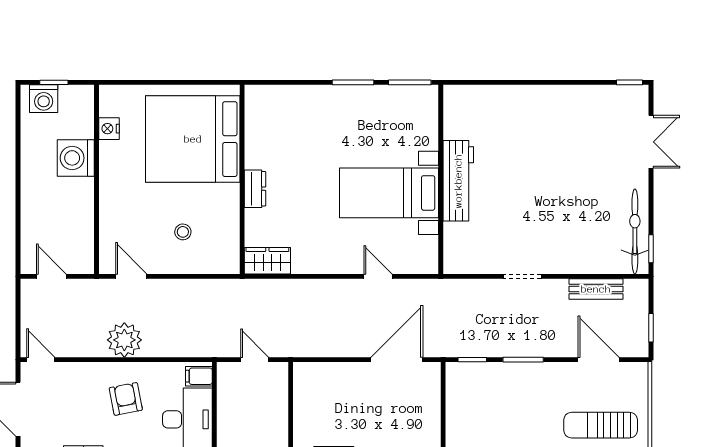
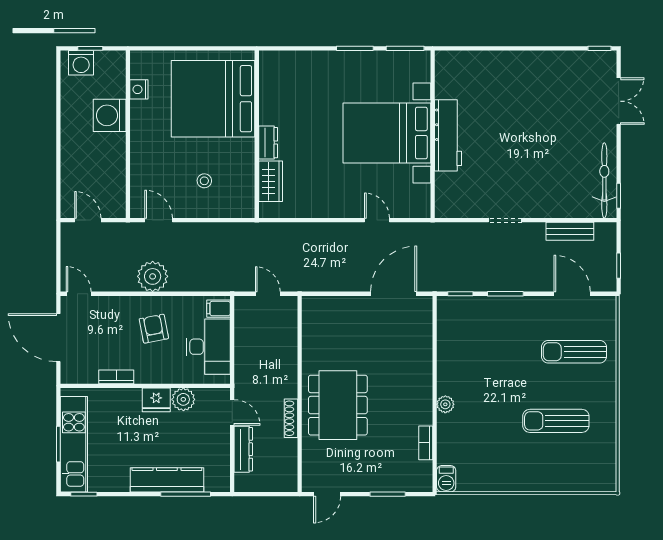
bed with nightstands: (389, 193) -> (387, 133), width x1.36
wardrobe: (267, 261) -> (271, 181), moved, turned 90

